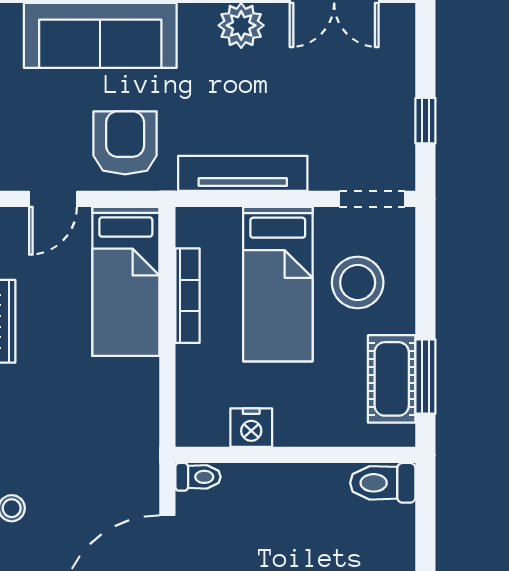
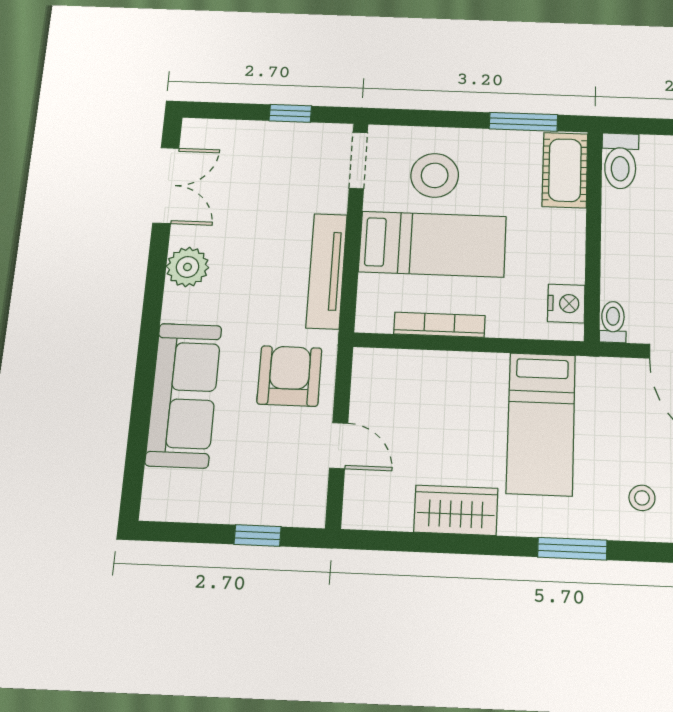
armchair: (125, 143) -> (289, 376), turned 90
bed: (126, 281) -> (541, 424), moved, turned 90
cot: (392, 379) -> (565, 170), moved, turned 90
nightstand: (251, 428) -> (566, 303), moved

